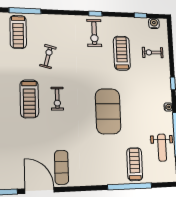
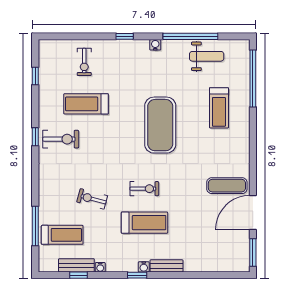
water cooler: (154, 23) -> (45, 58), removed
exercise mat: (108, 111) -> (160, 125), turned 90
treadmill: (135, 164) -> (219, 108), moved, turned -90
window: (130, 186) -> (253, 78), moved

